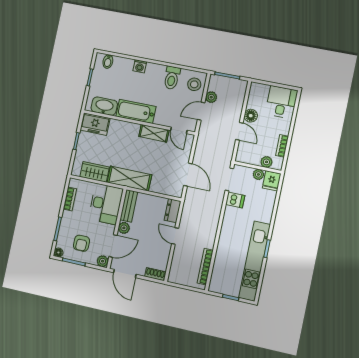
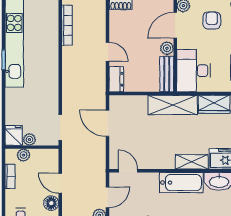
shelving: (154, 133) -> (192, 162), moved
dishwasher: (235, 200) -> (49, 106), removed

